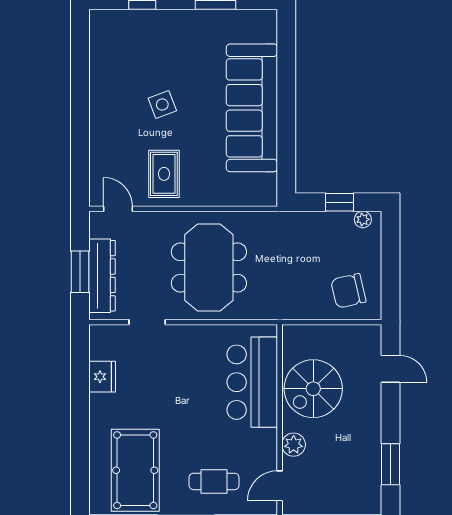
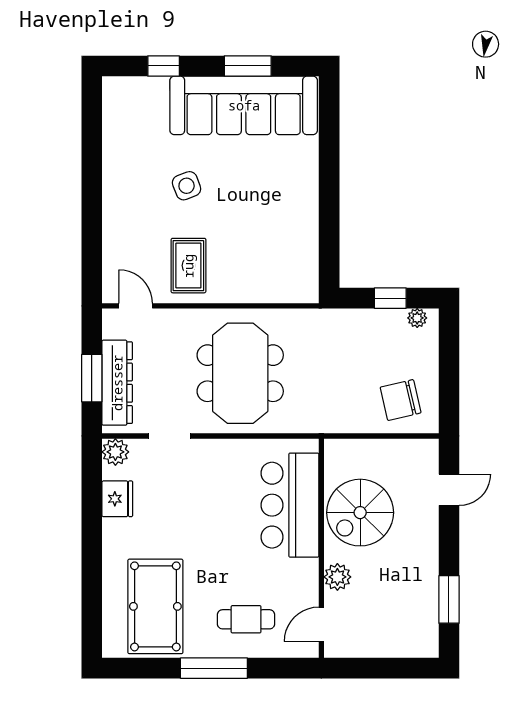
sofa: (252, 108) -> (244, 105), moved, turned -90
plant: (100, 336) -> (115, 452), added
door: (390, 369) -> (449, 490), hinge flipped

